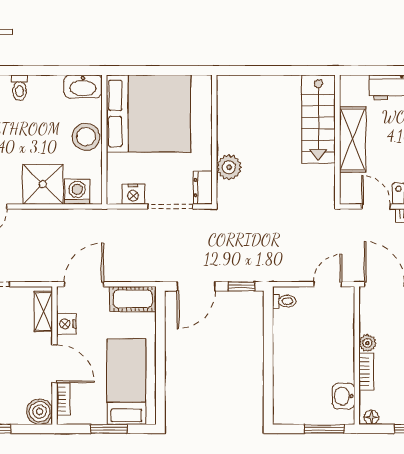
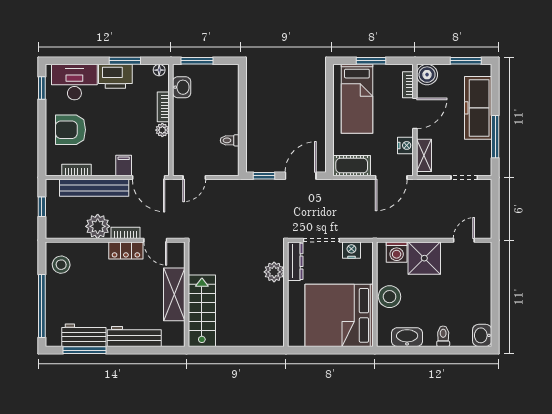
washbasin: (83, 86) -> (407, 337), moved
dresser: (203, 188) -> (295, 261), width x1.44
toilet: (284, 301) -> (230, 140), moved
door: (55, 364) -> (415, 113), swing flipped

